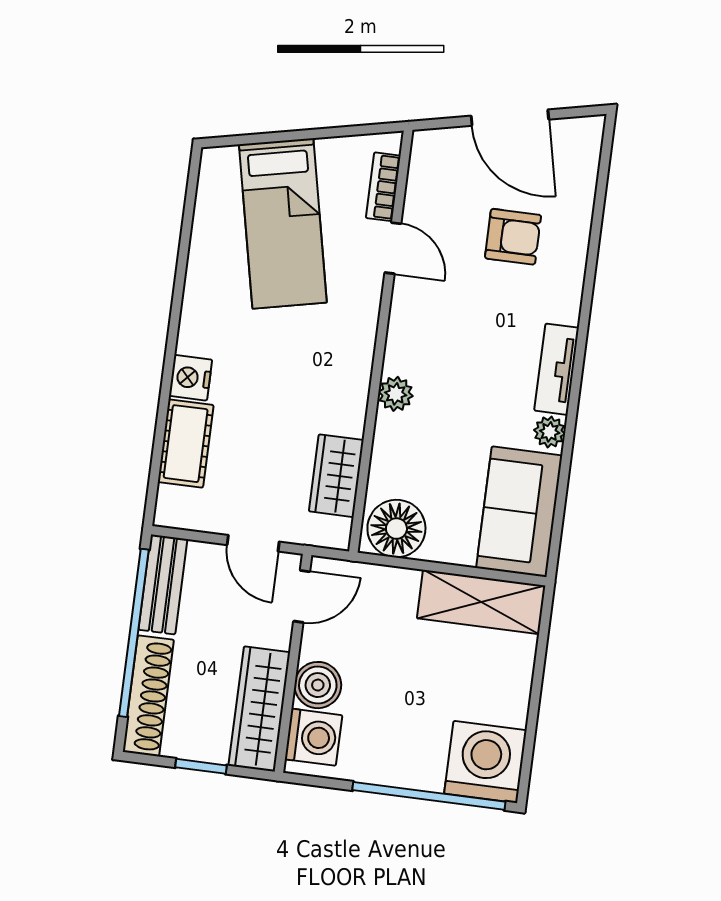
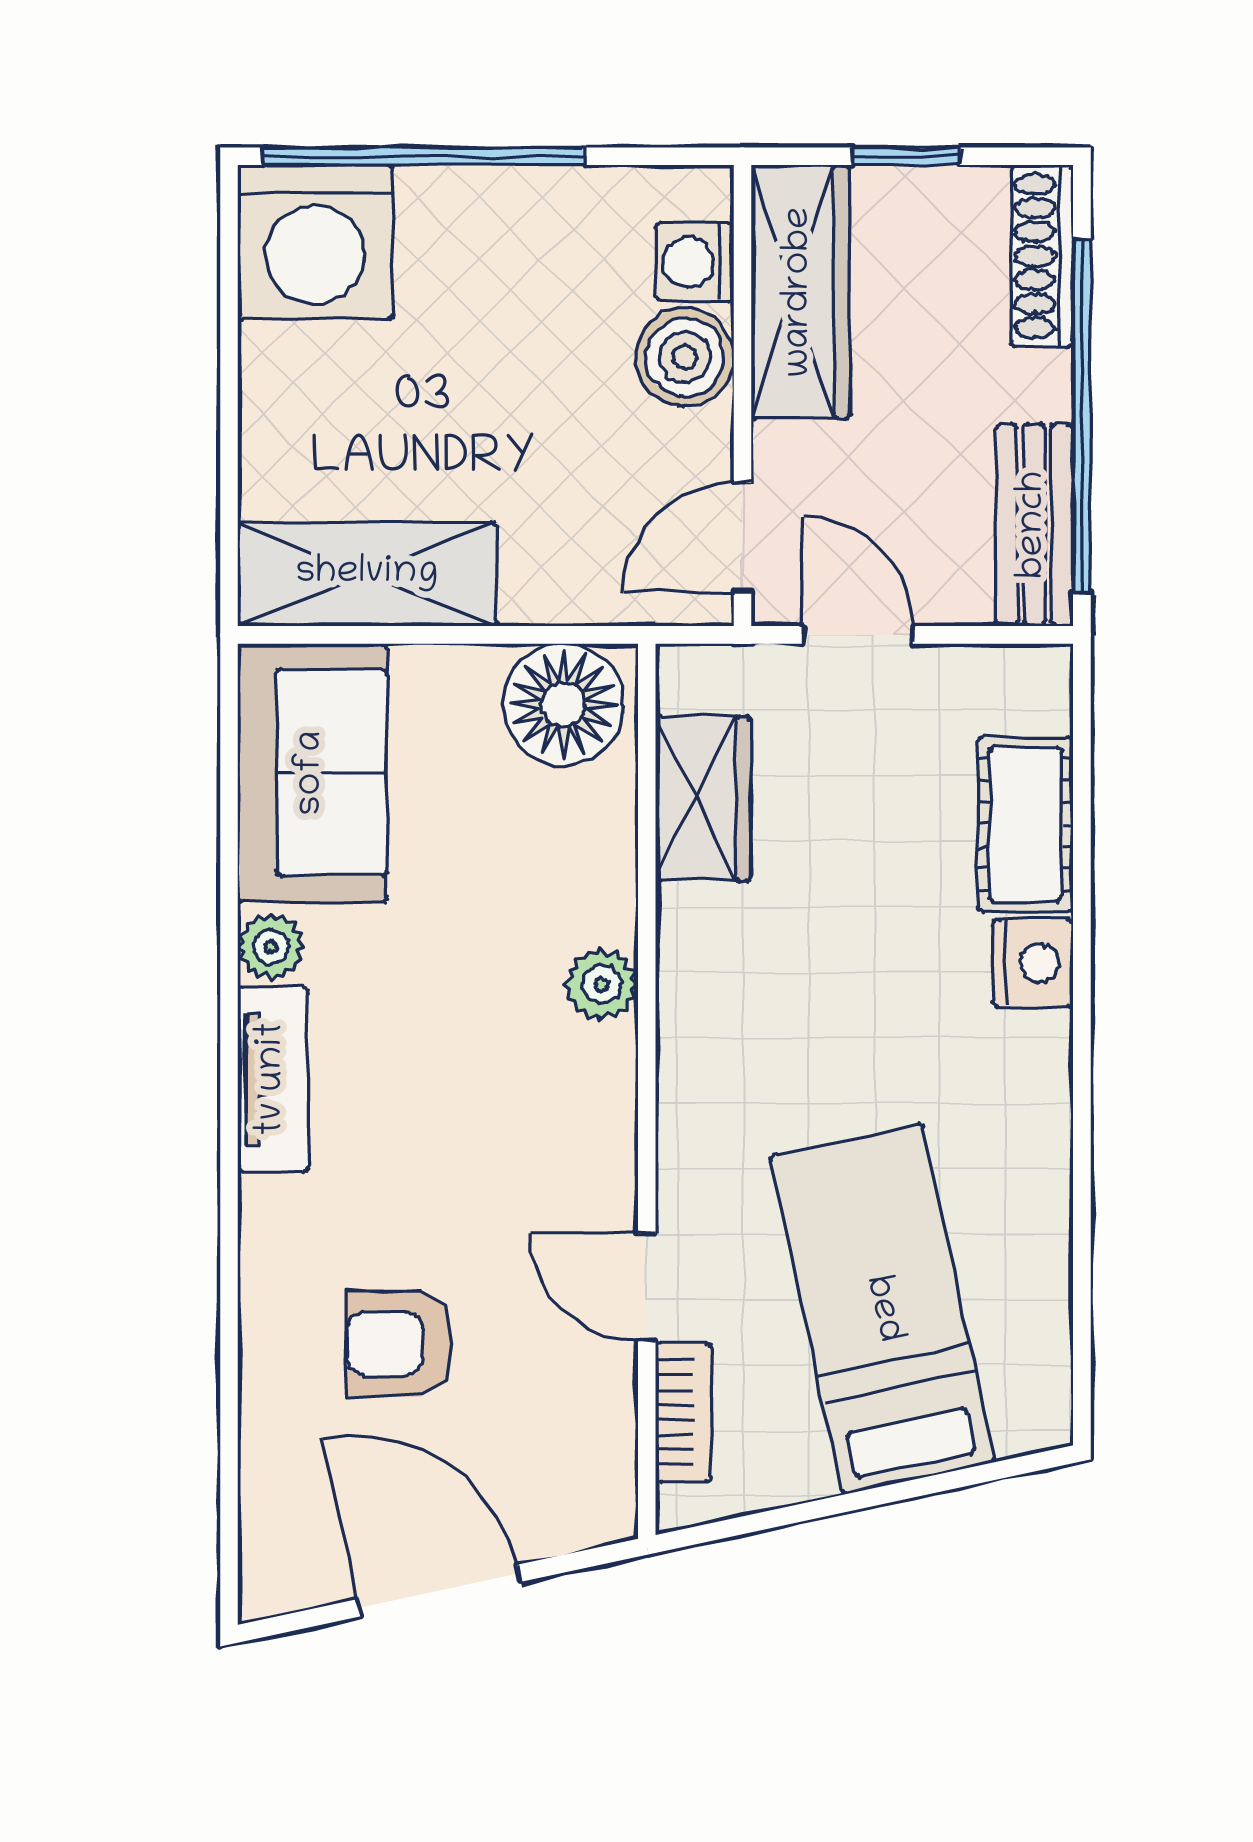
shoe rack: (148, 696) -> (1042, 256), width x0.74, depth x0.81
washing machine: (313, 737) -> (695, 262), width x0.73, depth x0.73

